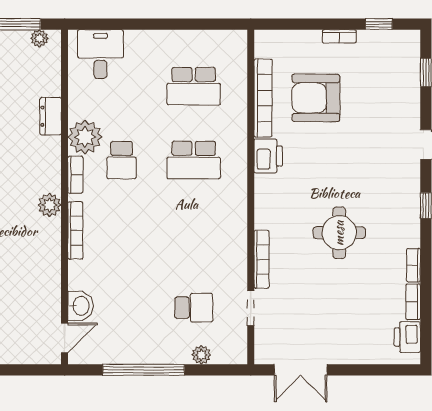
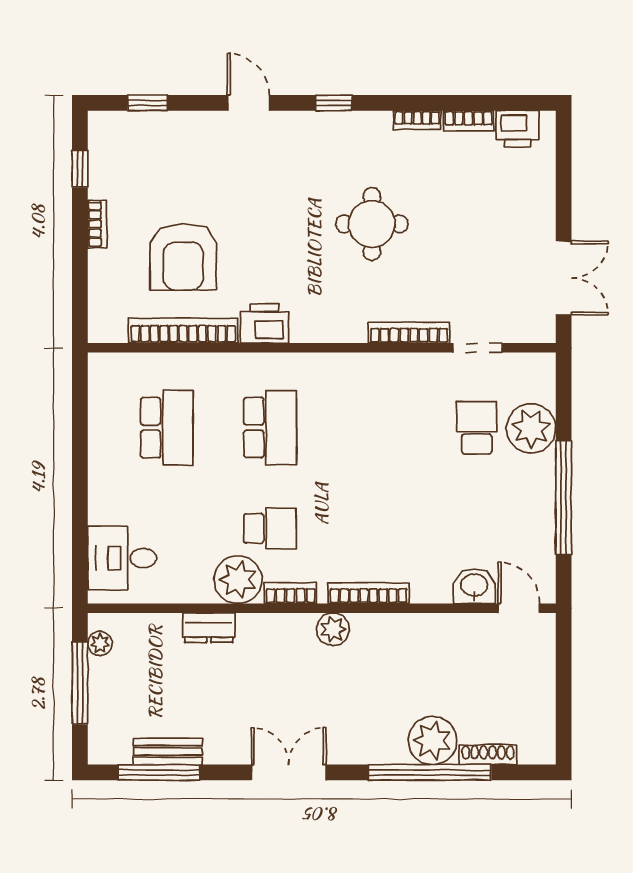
plant: (201, 355) -> (531, 429), width x1.88, depth x1.88

